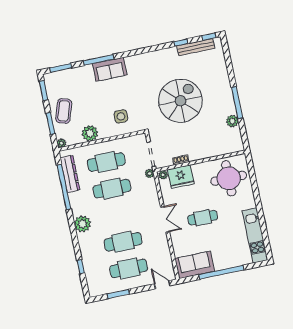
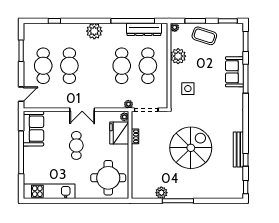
bench: (196, 47) -> (238, 149), moved
sofa: (110, 69) -> (235, 72), moved
spiral stairs: (180, 101) -> (191, 148), turned -90

